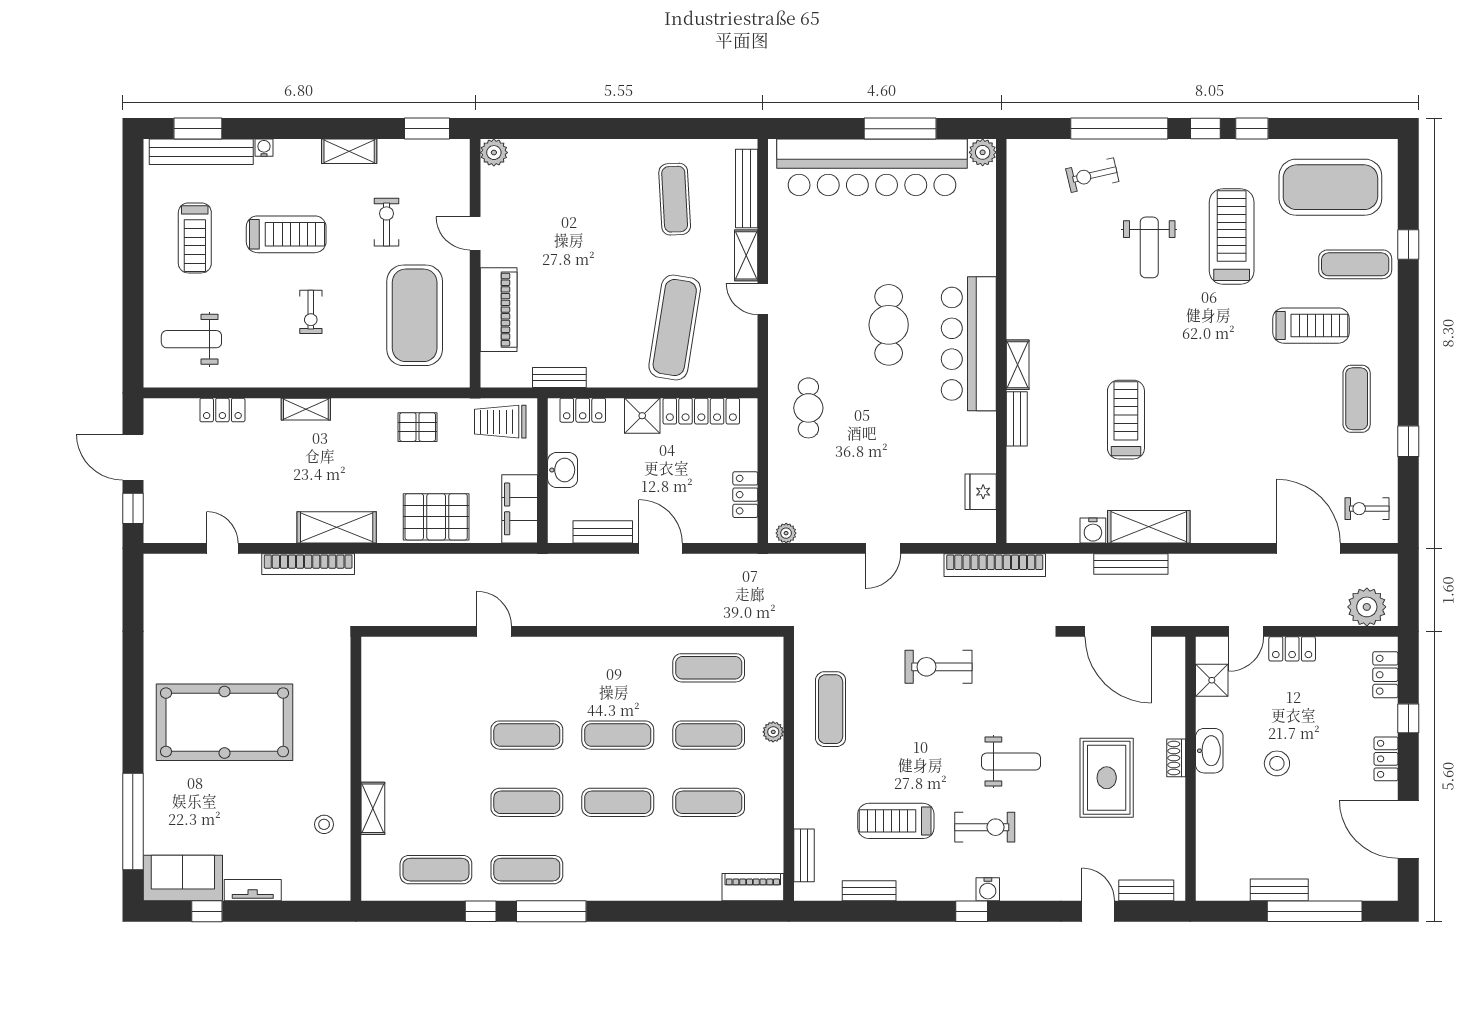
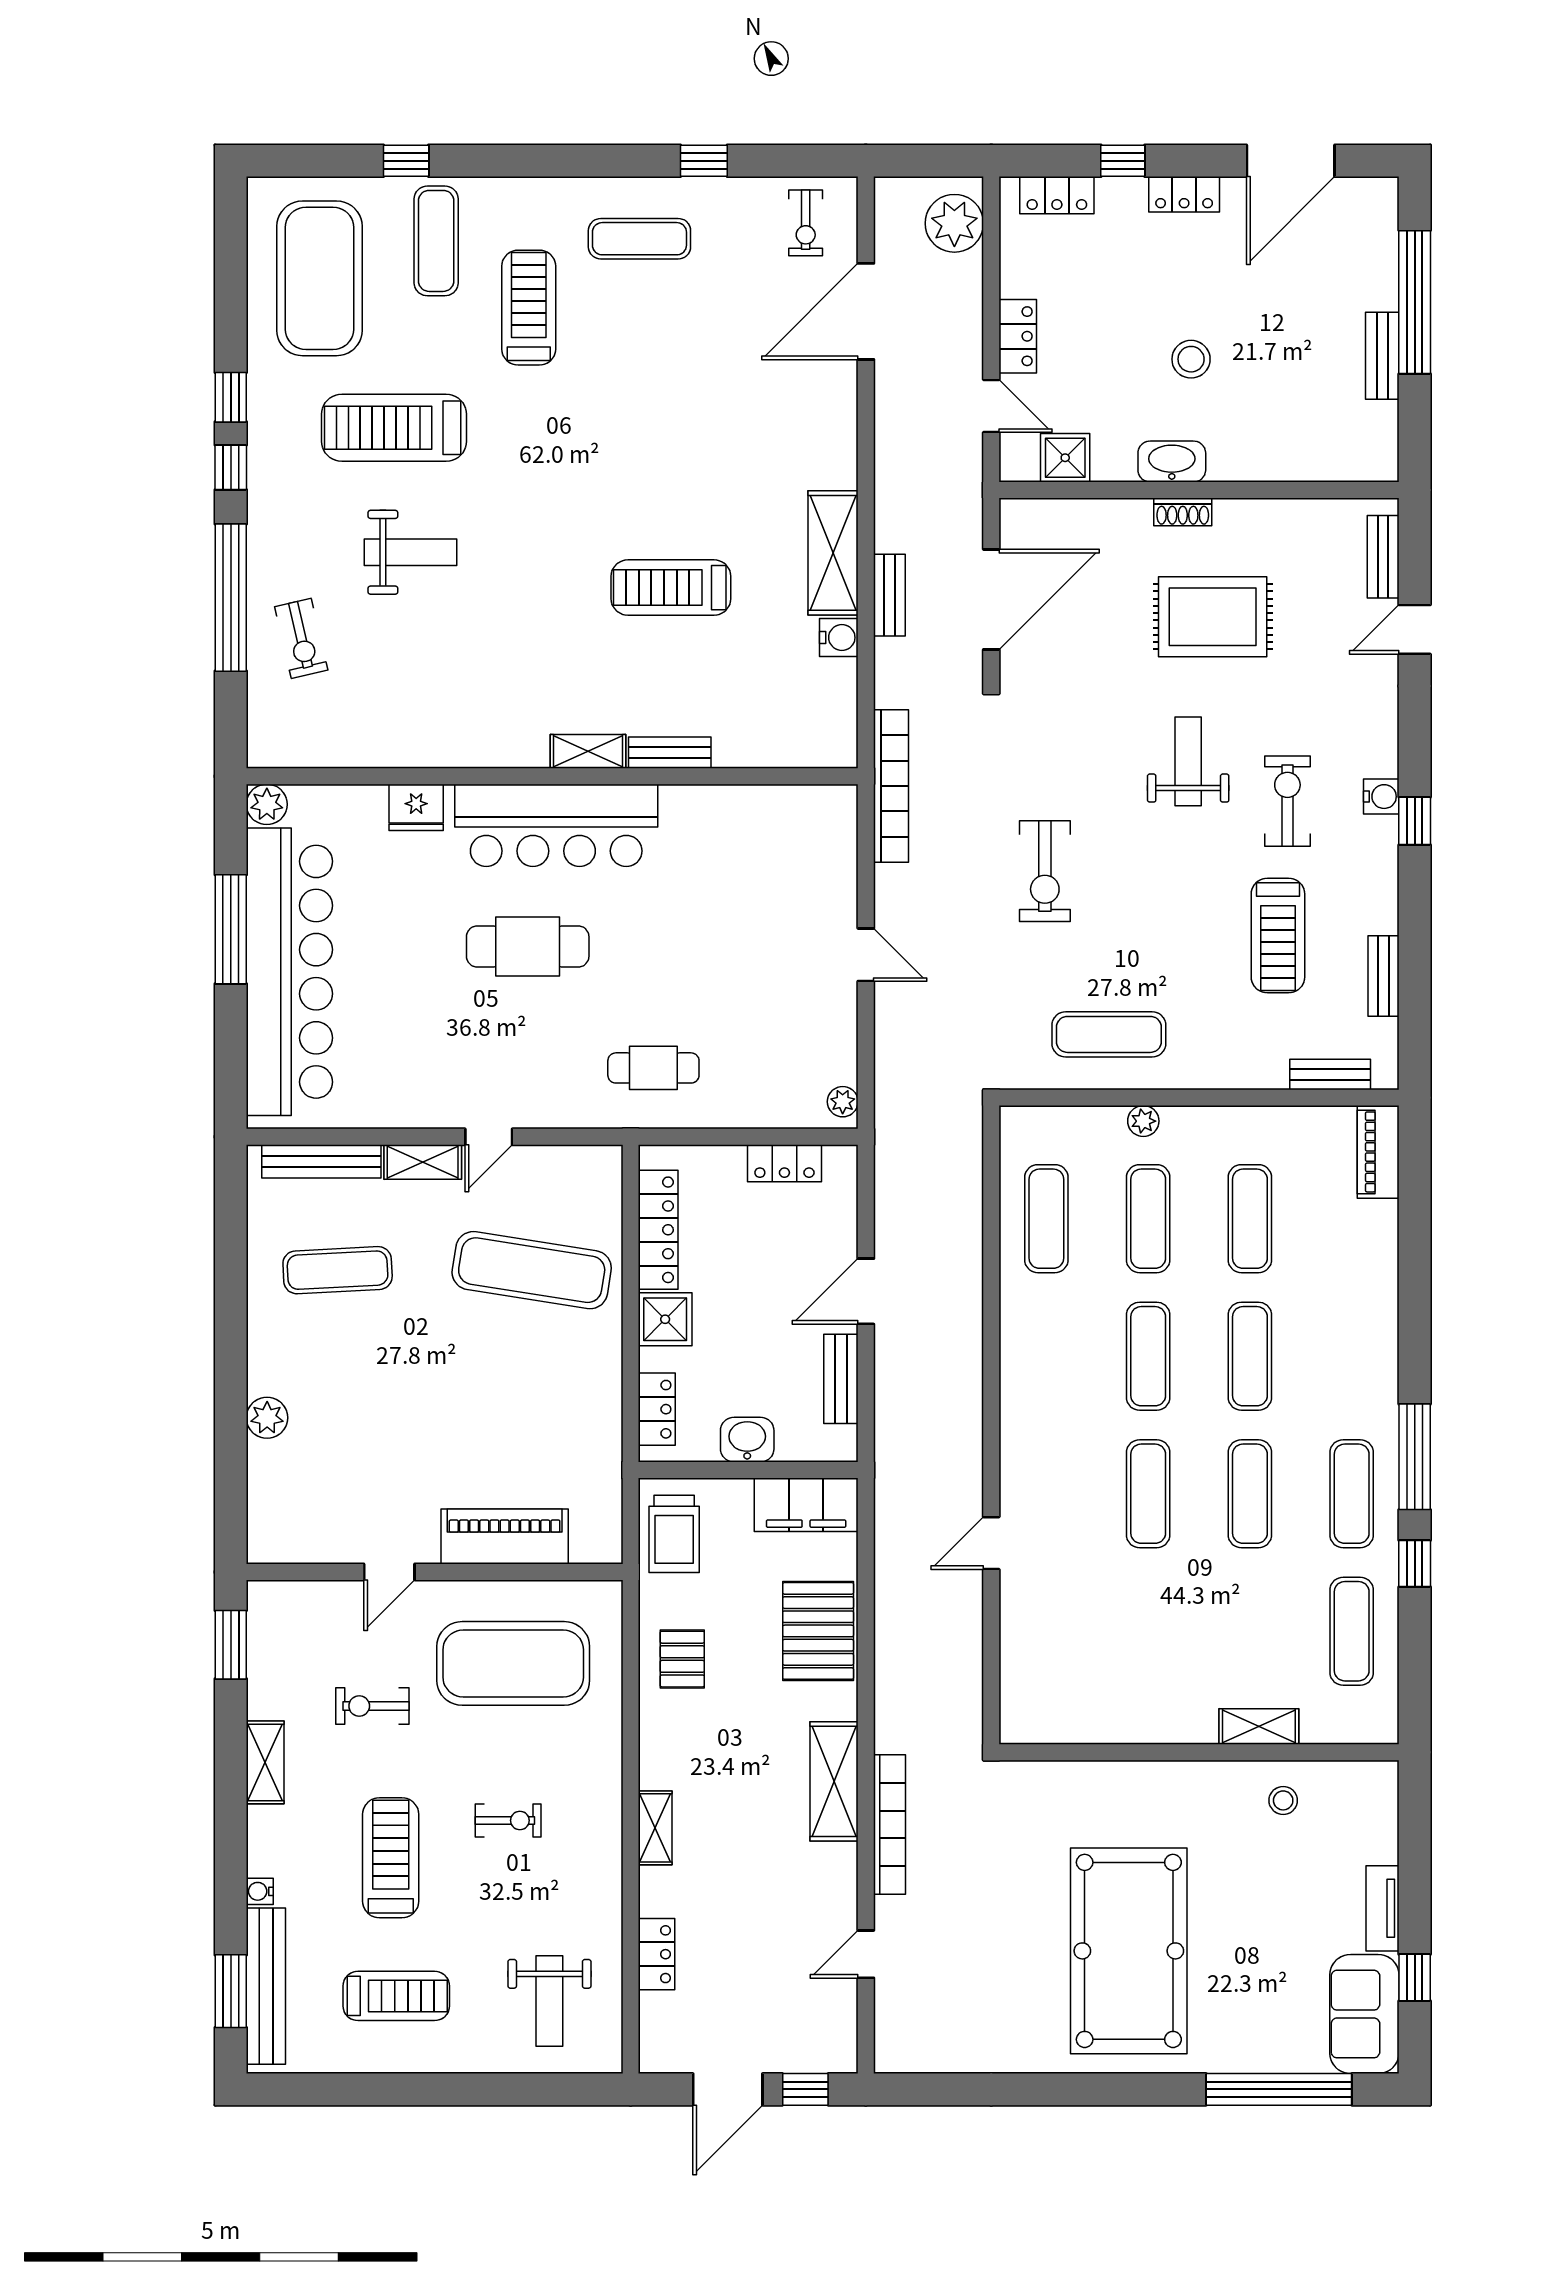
plant: (494, 153) -> (267, 1418), moved
bench: (559, 378) -> (607, 1444), removed
fridge: (981, 492) -> (416, 807), moved
bench: (1131, 564) -> (889, 595), width x0.73

